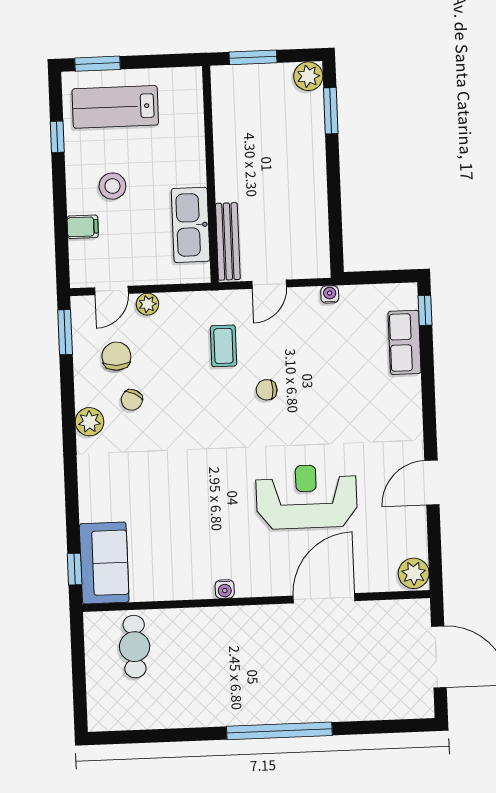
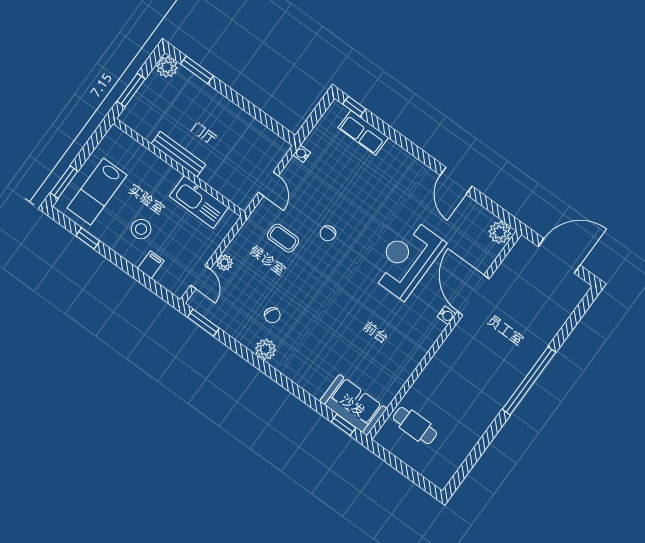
bench: (228, 241) -> (179, 154), moved
chair: (116, 356) -> (240, 304), removed
water cooler: (225, 589) -> (447, 315), moved

